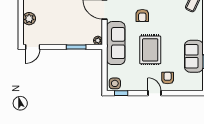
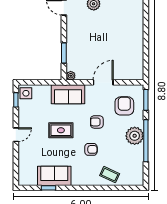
sofa: (116, 43) -> (68, 94), width x0.73
rug: (150, 50) -> (61, 130), width x0.73, depth x0.70
armchair: (168, 78) -> (91, 149), moved

